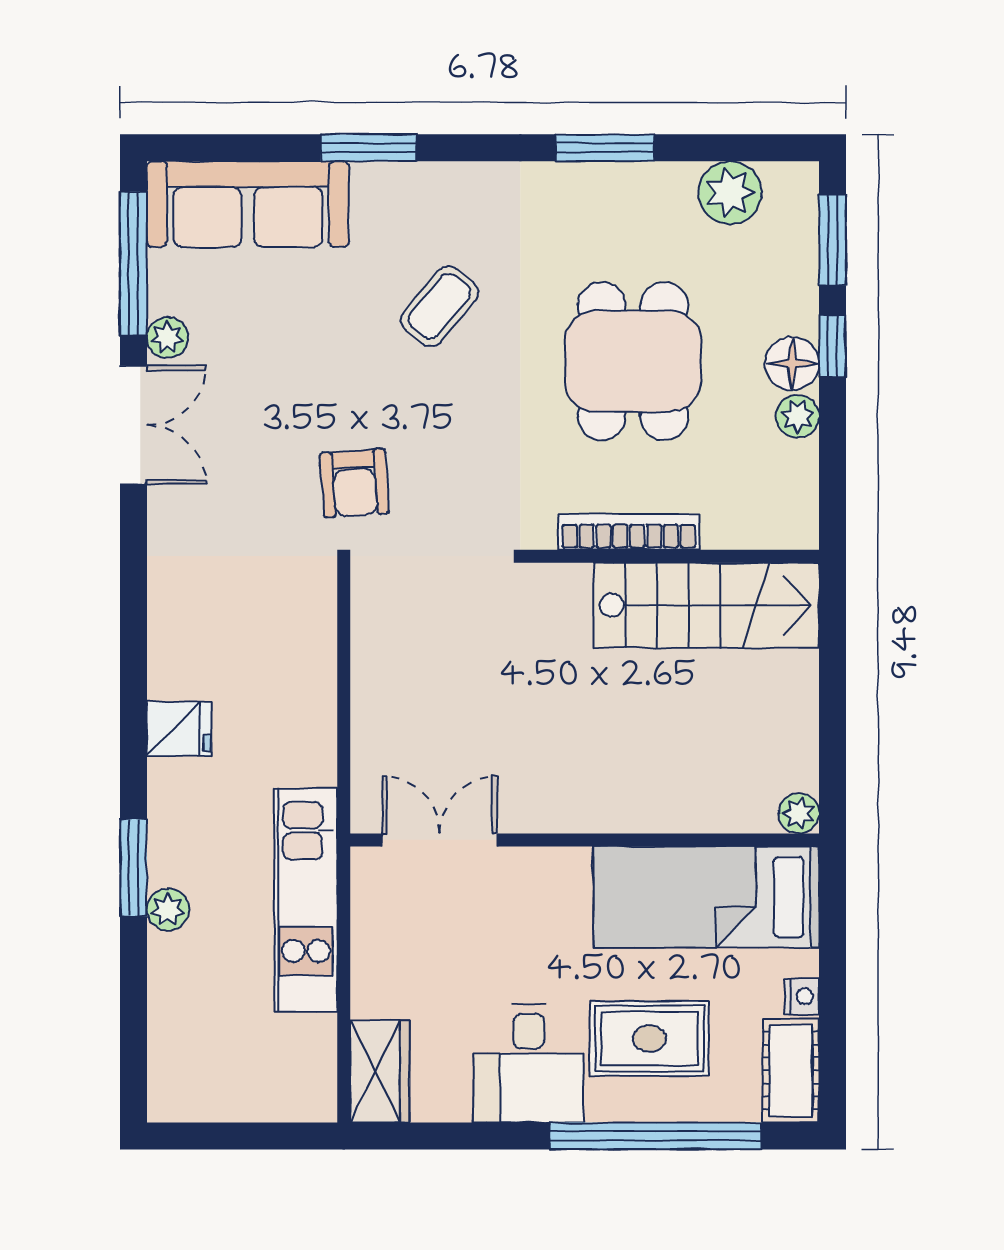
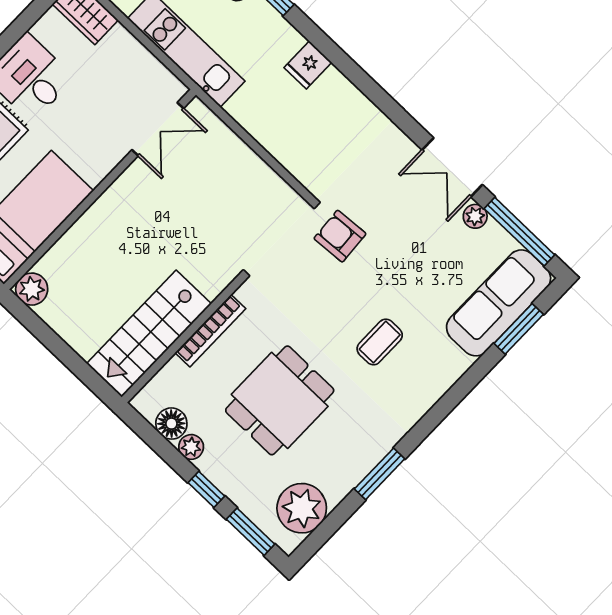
window: (369, 148) -> (519, 329), moved
plant: (730, 193) -> (302, 508), width x1.36, depth x1.36
coffee table: (440, 306) -> (380, 342), turned 50
dining table: (633, 361) -> (280, 400), turned 90
floor lamp: (792, 364) -> (171, 424), moved
plant: (799, 813) -> (32, 289), width x1.38, depth x1.38

